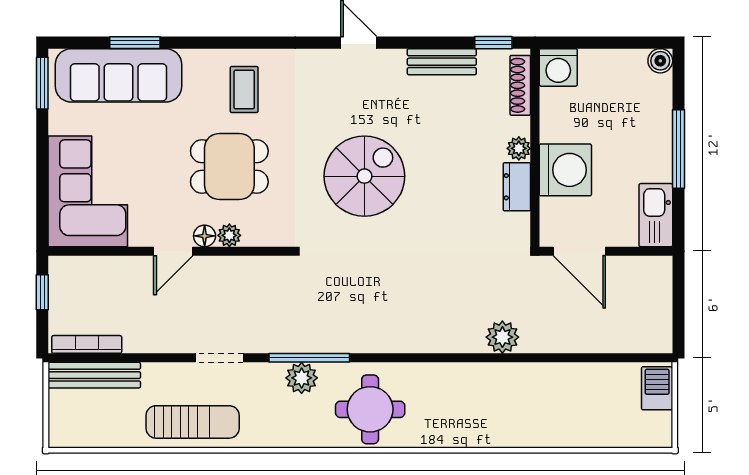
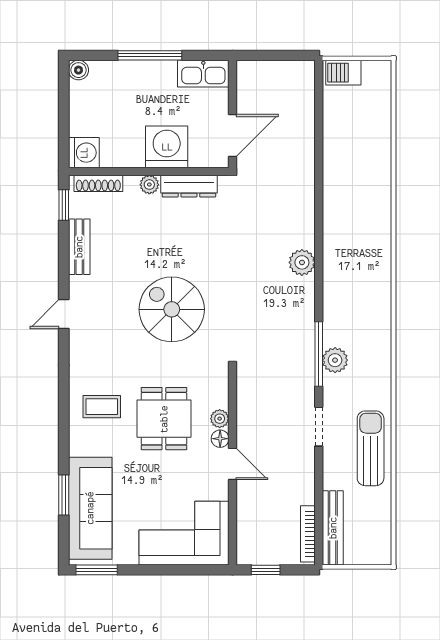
dresser: (517, 187) -> (189, 186), width x1.44
plant: (502, 337) -> (302, 262), moved
round table: (370, 409) -> (360, 305), removed

